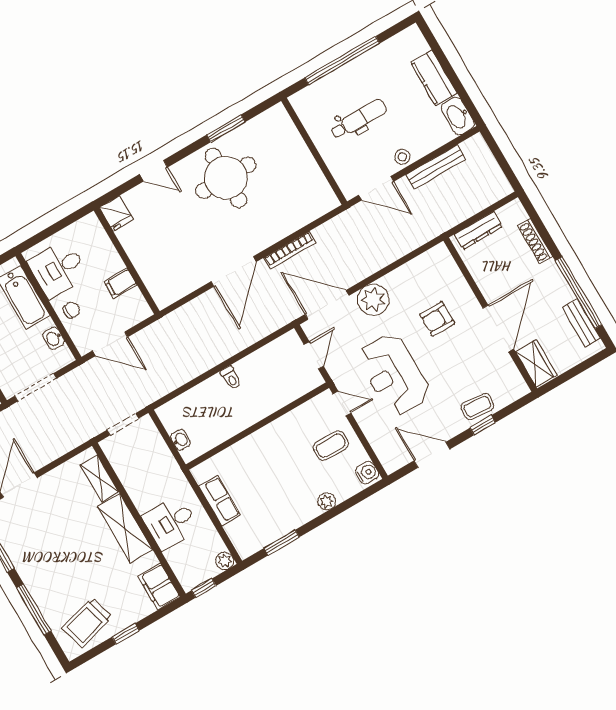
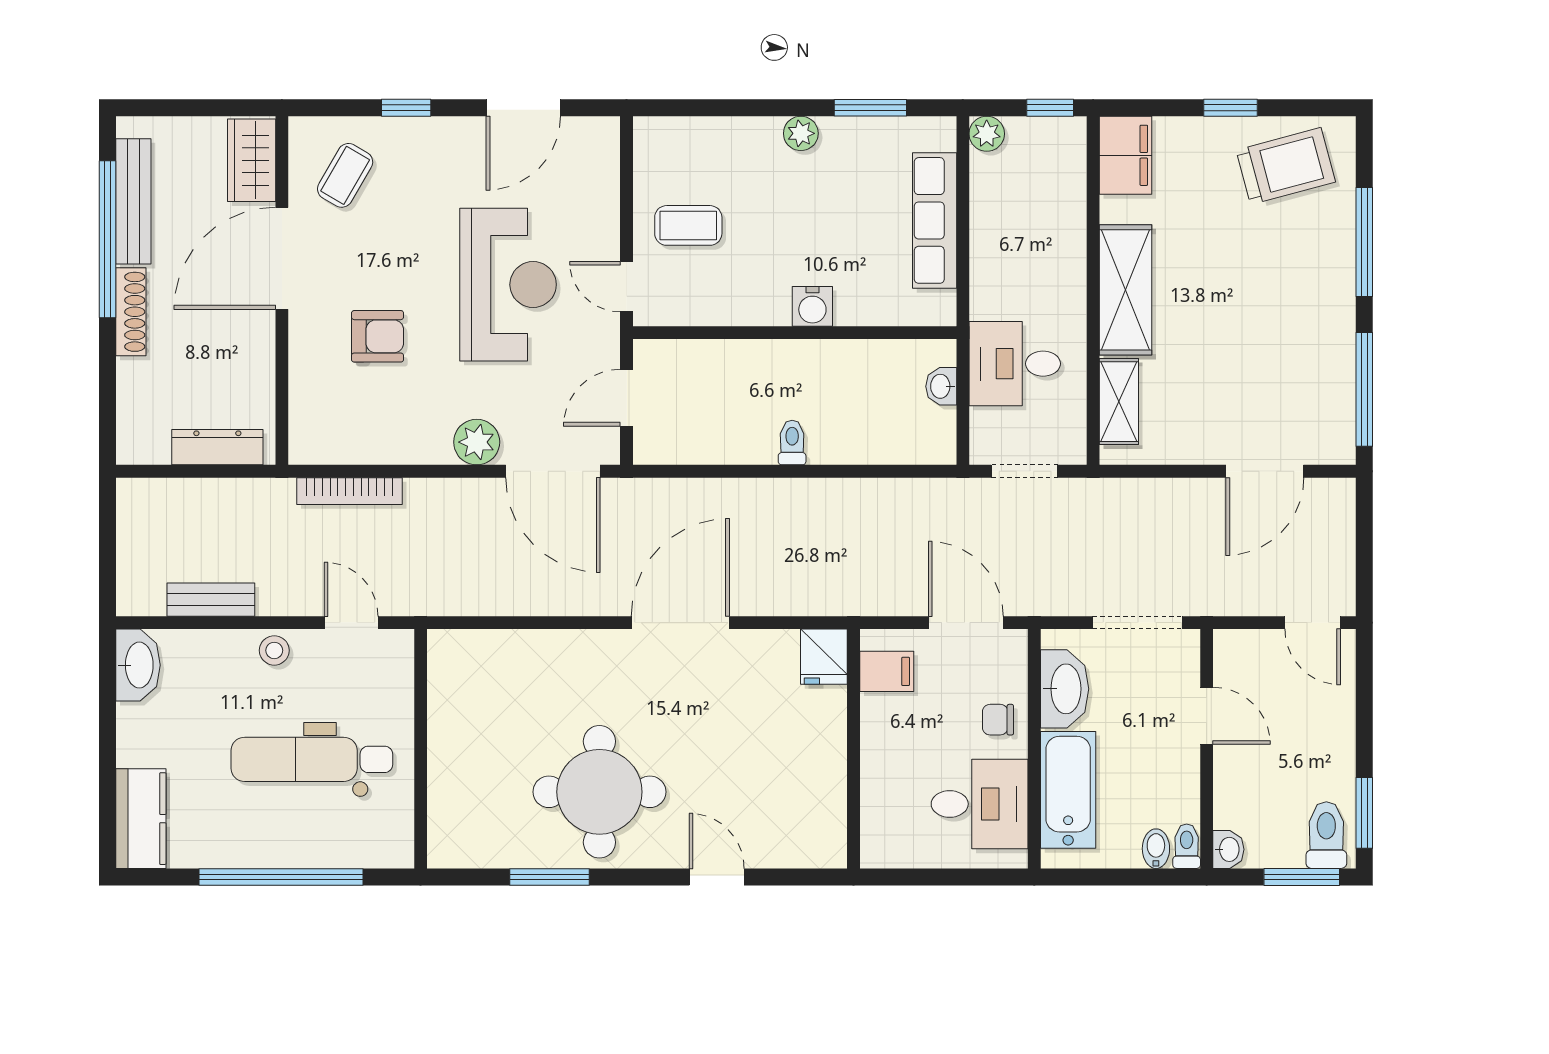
kitchen counter: (434, 78) -> (141, 819), moved
dental chair: (359, 119) -> (312, 759), width x1.36, depth x1.38
bench: (436, 167) -> (211, 600), width x0.73
door: (376, 188) -> (351, 623), width x0.73
fridge: (116, 213) -> (824, 657), moved, turned 180
shoe rack: (535, 241) -> (131, 312), moved
bookcase: (290, 250) -> (350, 491), moved, turned 180
filing cabinet: (120, 283) -> (887, 671), moved
plant: (373, 300) -> (477, 442), width x0.73, depth x0.73
bench: (581, 323) -> (133, 201), width x1.36
washbasin: (54, 338) -> (1065, 689), width x1.91, depth x1.45
coffee table: (477, 406) -> (345, 175), moved, turned -65
door: (432, 455) -> (523, 108), hinge flipped
water cooler: (367, 473) -> (812, 306), moved, turned -90
row of seats: (220, 501) -> (935, 220), width x1.48
plant: (327, 501) -> (801, 133), moved
desk: (171, 523) -> (1015, 364), moved, turned 180

